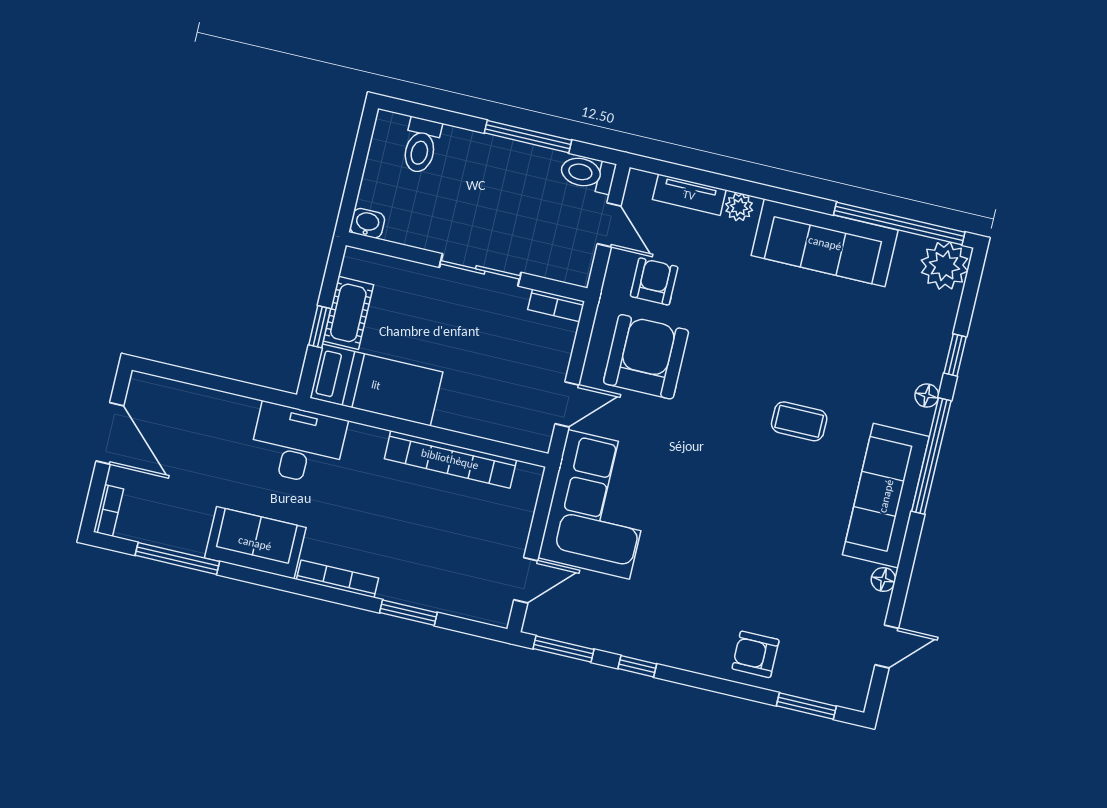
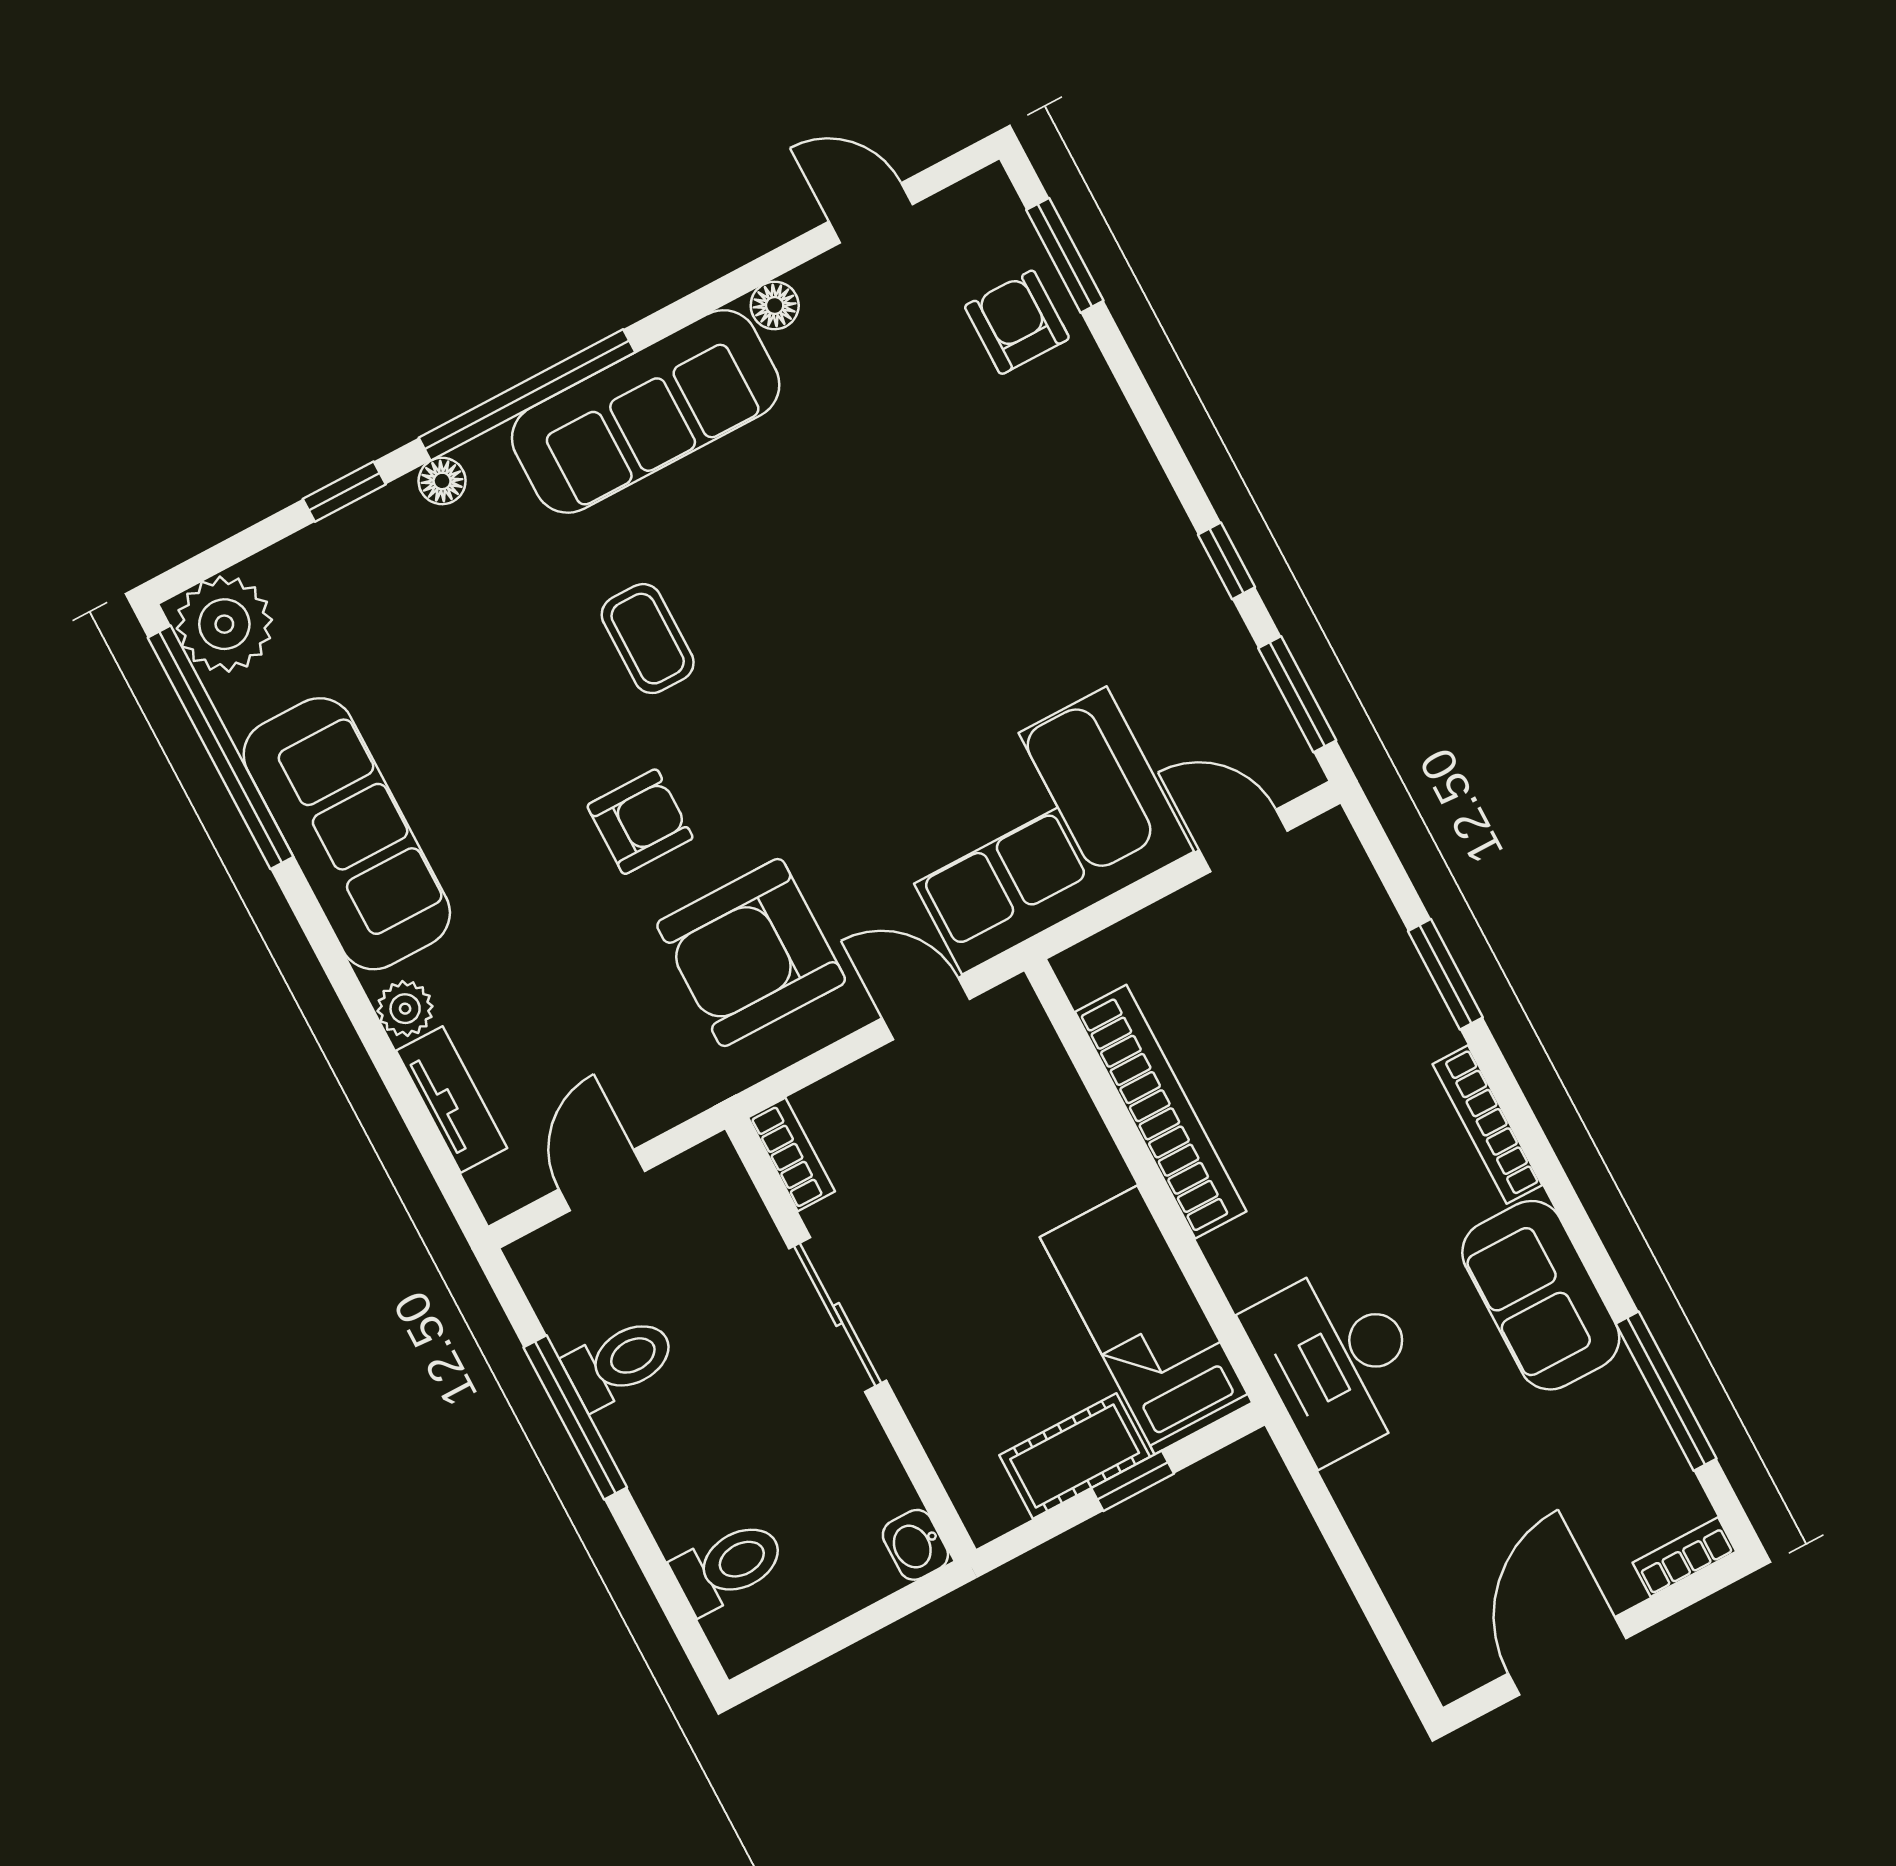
toilet: (588, 174) -> (620, 1362), moved, turned -90
armchair: (654, 281) -> (640, 822), moved, turned 180
armchair: (756, 654) -> (1017, 322), moved, turned 180

